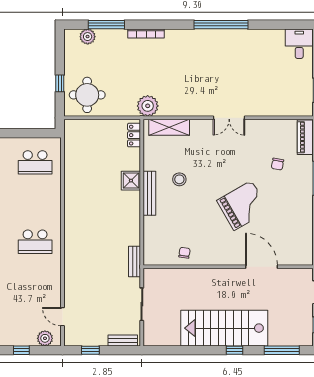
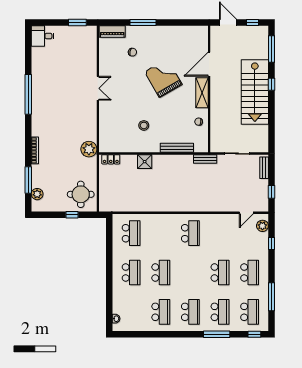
shelving: (169, 127) -> (202, 93), moved
bench: (149, 193) -> (177, 148), moved

